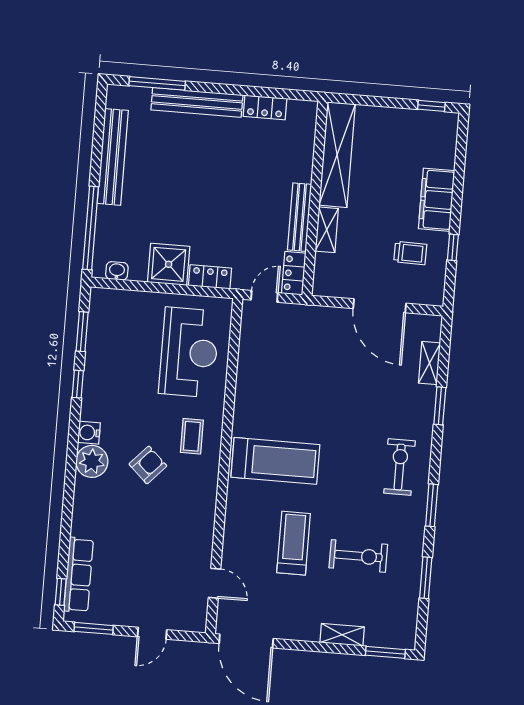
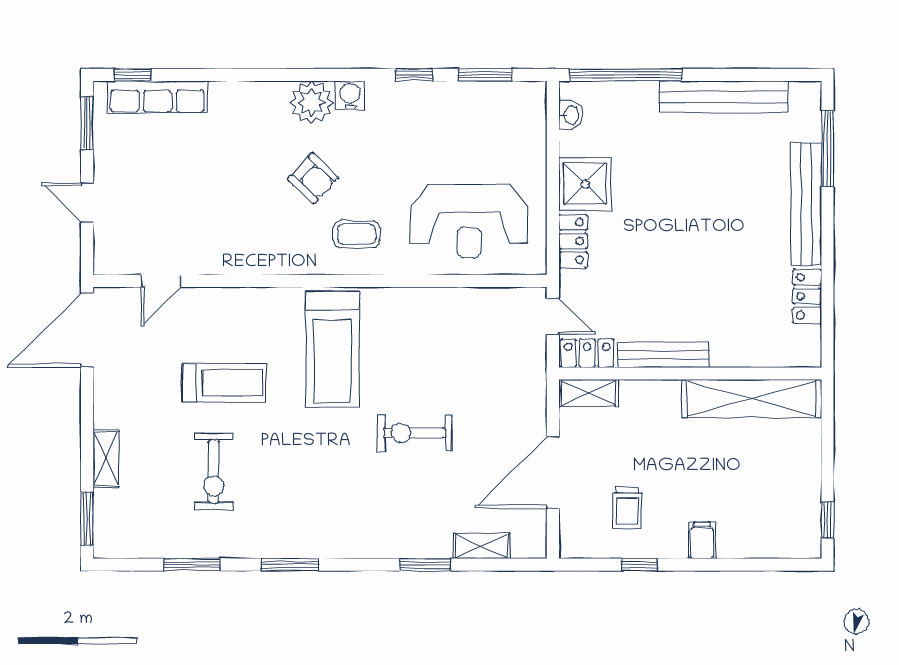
filing cabinet: (437, 200) -> (702, 540), width x0.33, depth x0.86
shelving: (327, 230) -> (589, 393), moved
exercise bike: (400, 467) -> (415, 433), moved, turned 180

